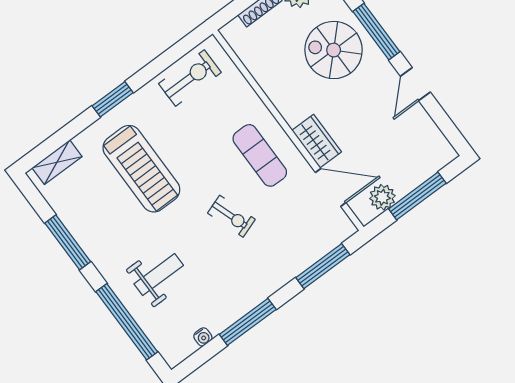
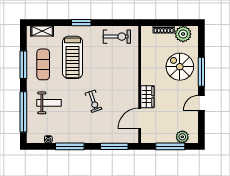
exercise mat: (260, 155) -> (43, 64), moved
door: (331, 188) -> (140, 118), swing flipped
plant: (382, 197) -> (182, 137), moved

